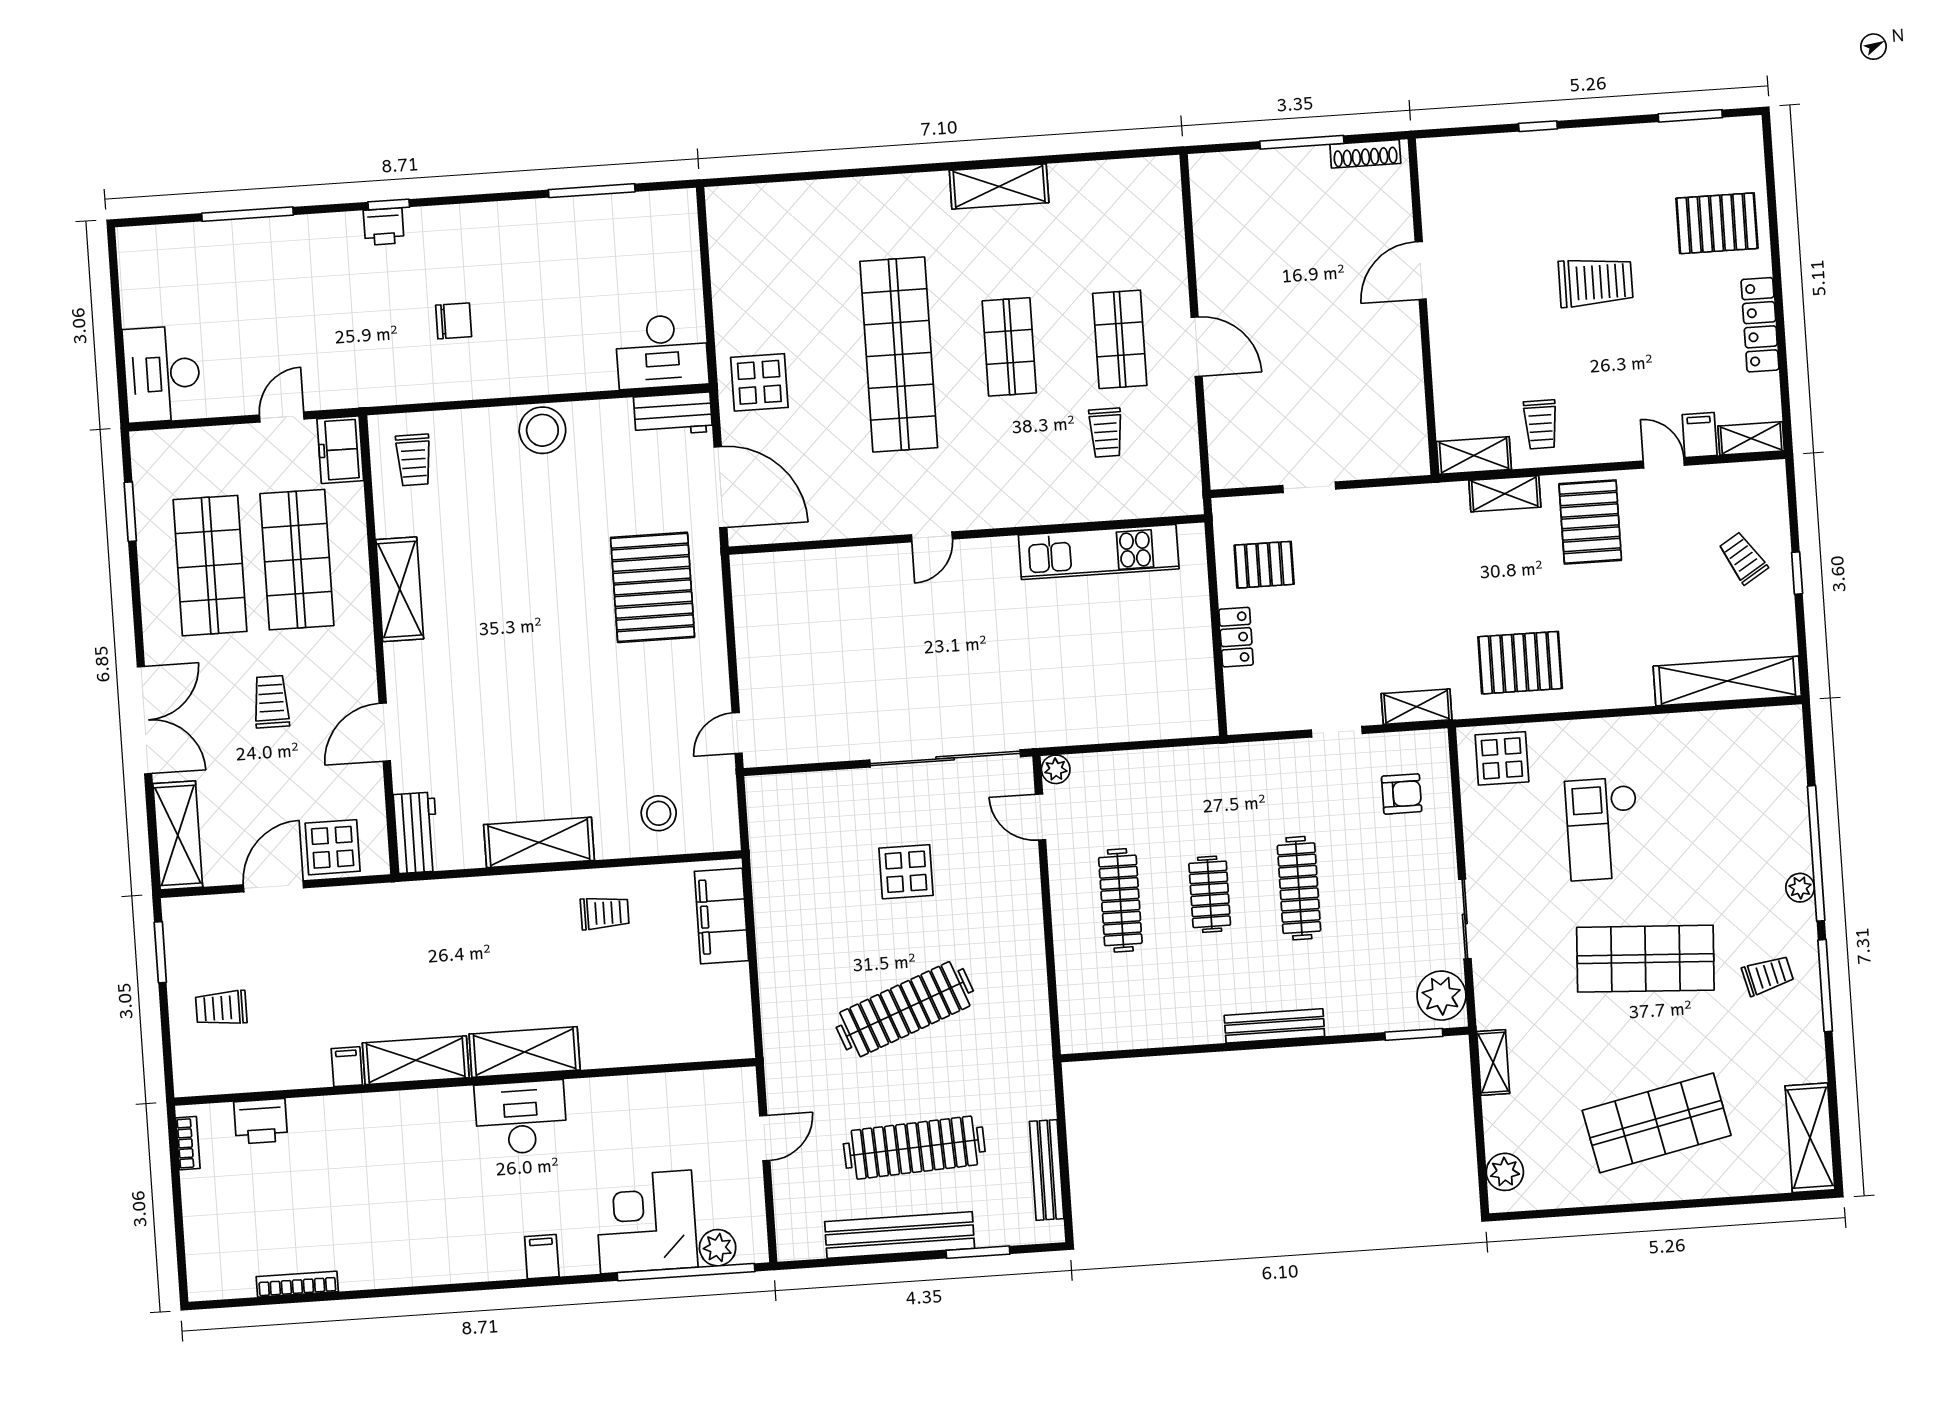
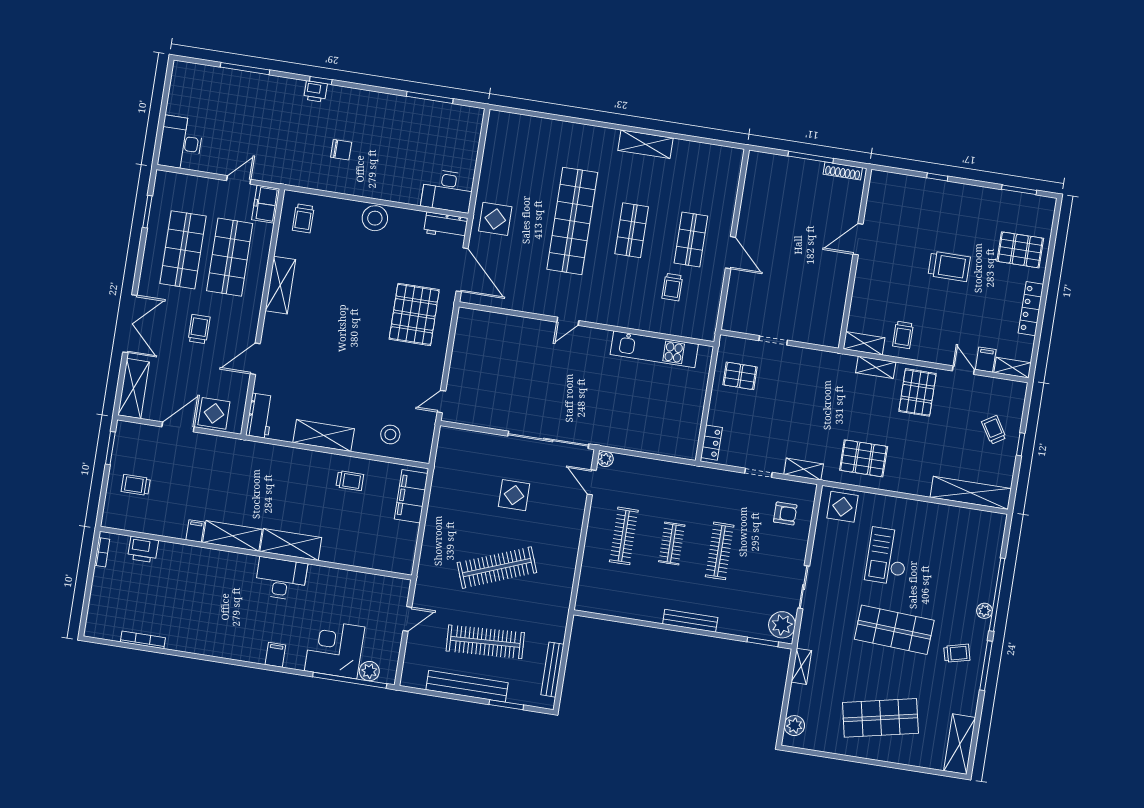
locker: (1236, 637) -> (712, 443), moved

